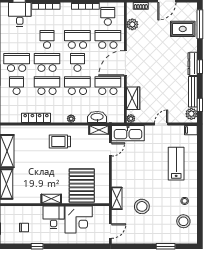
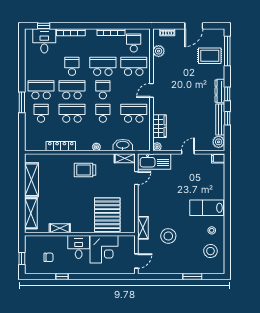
door: (125, 63) -> (151, 90), width x0.53
school desk: (77, 86) -> (103, 113), width x0.54
window: (200, 105) -> (227, 118), moved
lab bench: (176, 164) -> (207, 208), moved, turned -90
shelving: (51, 199) -> (60, 228), moved

